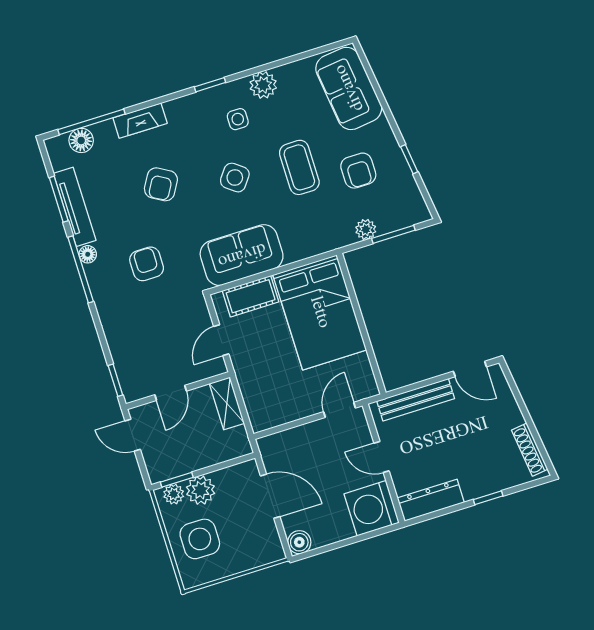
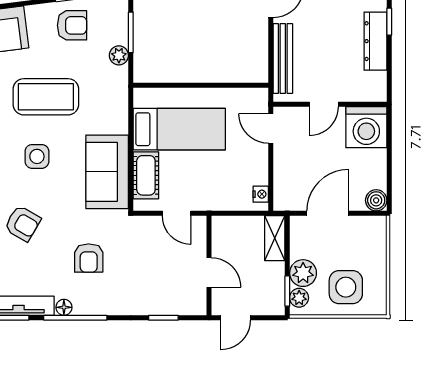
coffee table: (299, 167) -> (46, 97), width x1.36, depth x1.32
armchair: (358, 171) -> (72, 25), moved
side table: (235, 178) -> (37, 156), turned -37
armchair: (147, 264) -> (89, 258), turned -90
bed: (320, 312) -> (179, 129), width x0.67
window: (115, 380) -> (163, 318), moved
shelving: (227, 403) -> (275, 238), moved, turned 90
nightstand: (268, 421) -> (261, 194), added
dresser: (431, 500) -> (375, 41), moved

